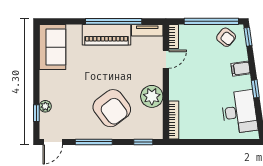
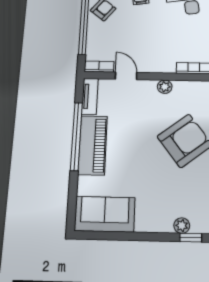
plant: (152, 96) -> (165, 87), width x0.53, depth x0.53

